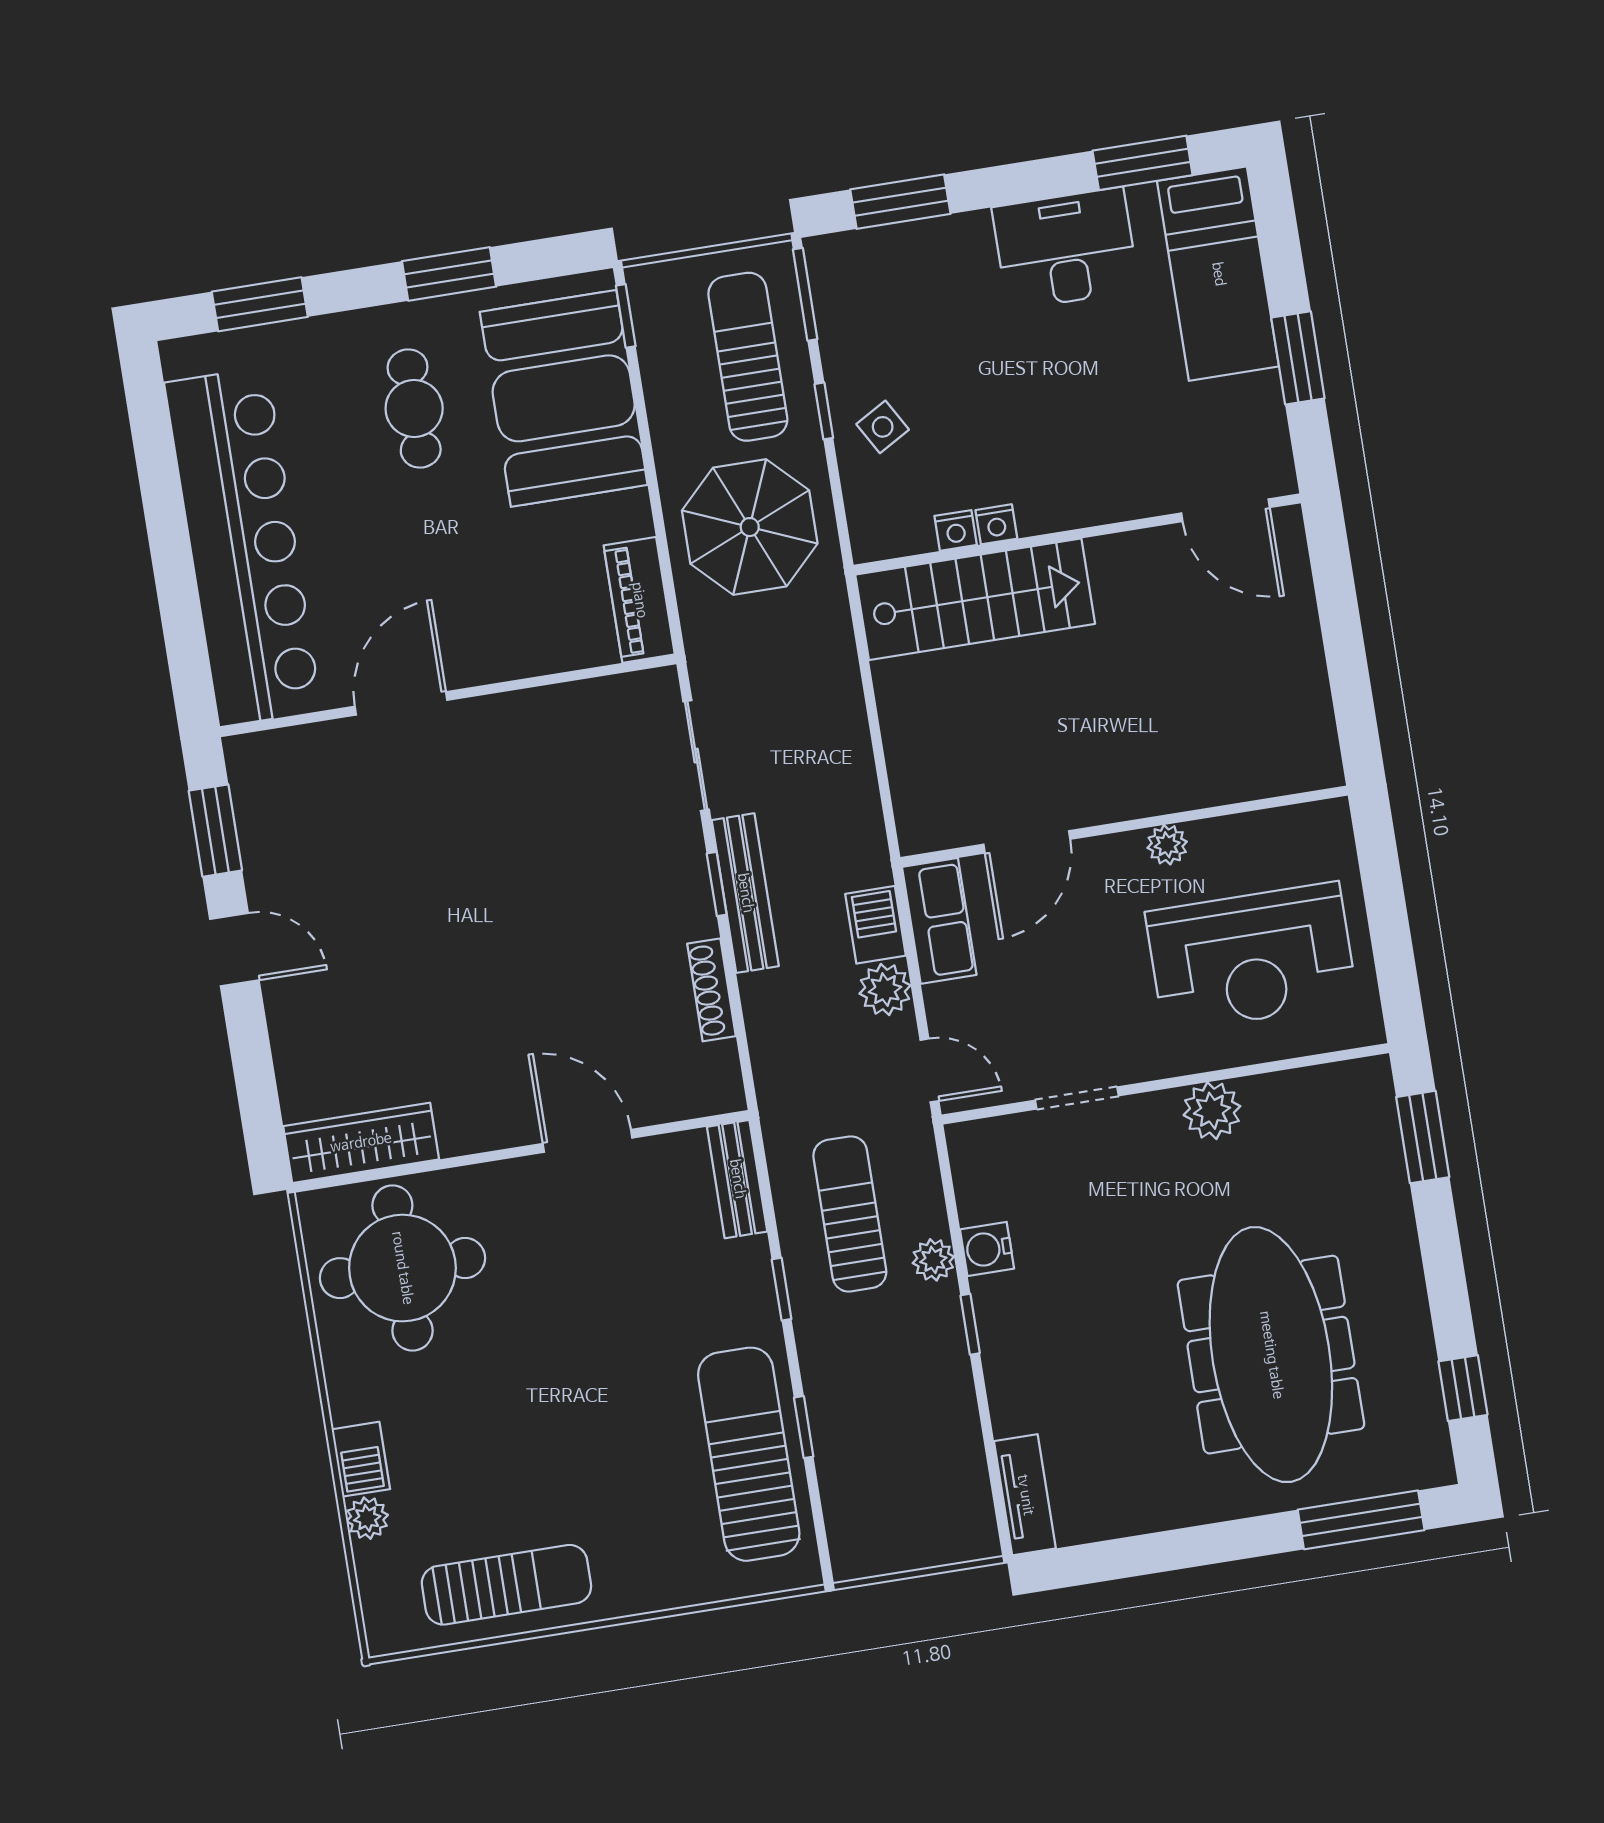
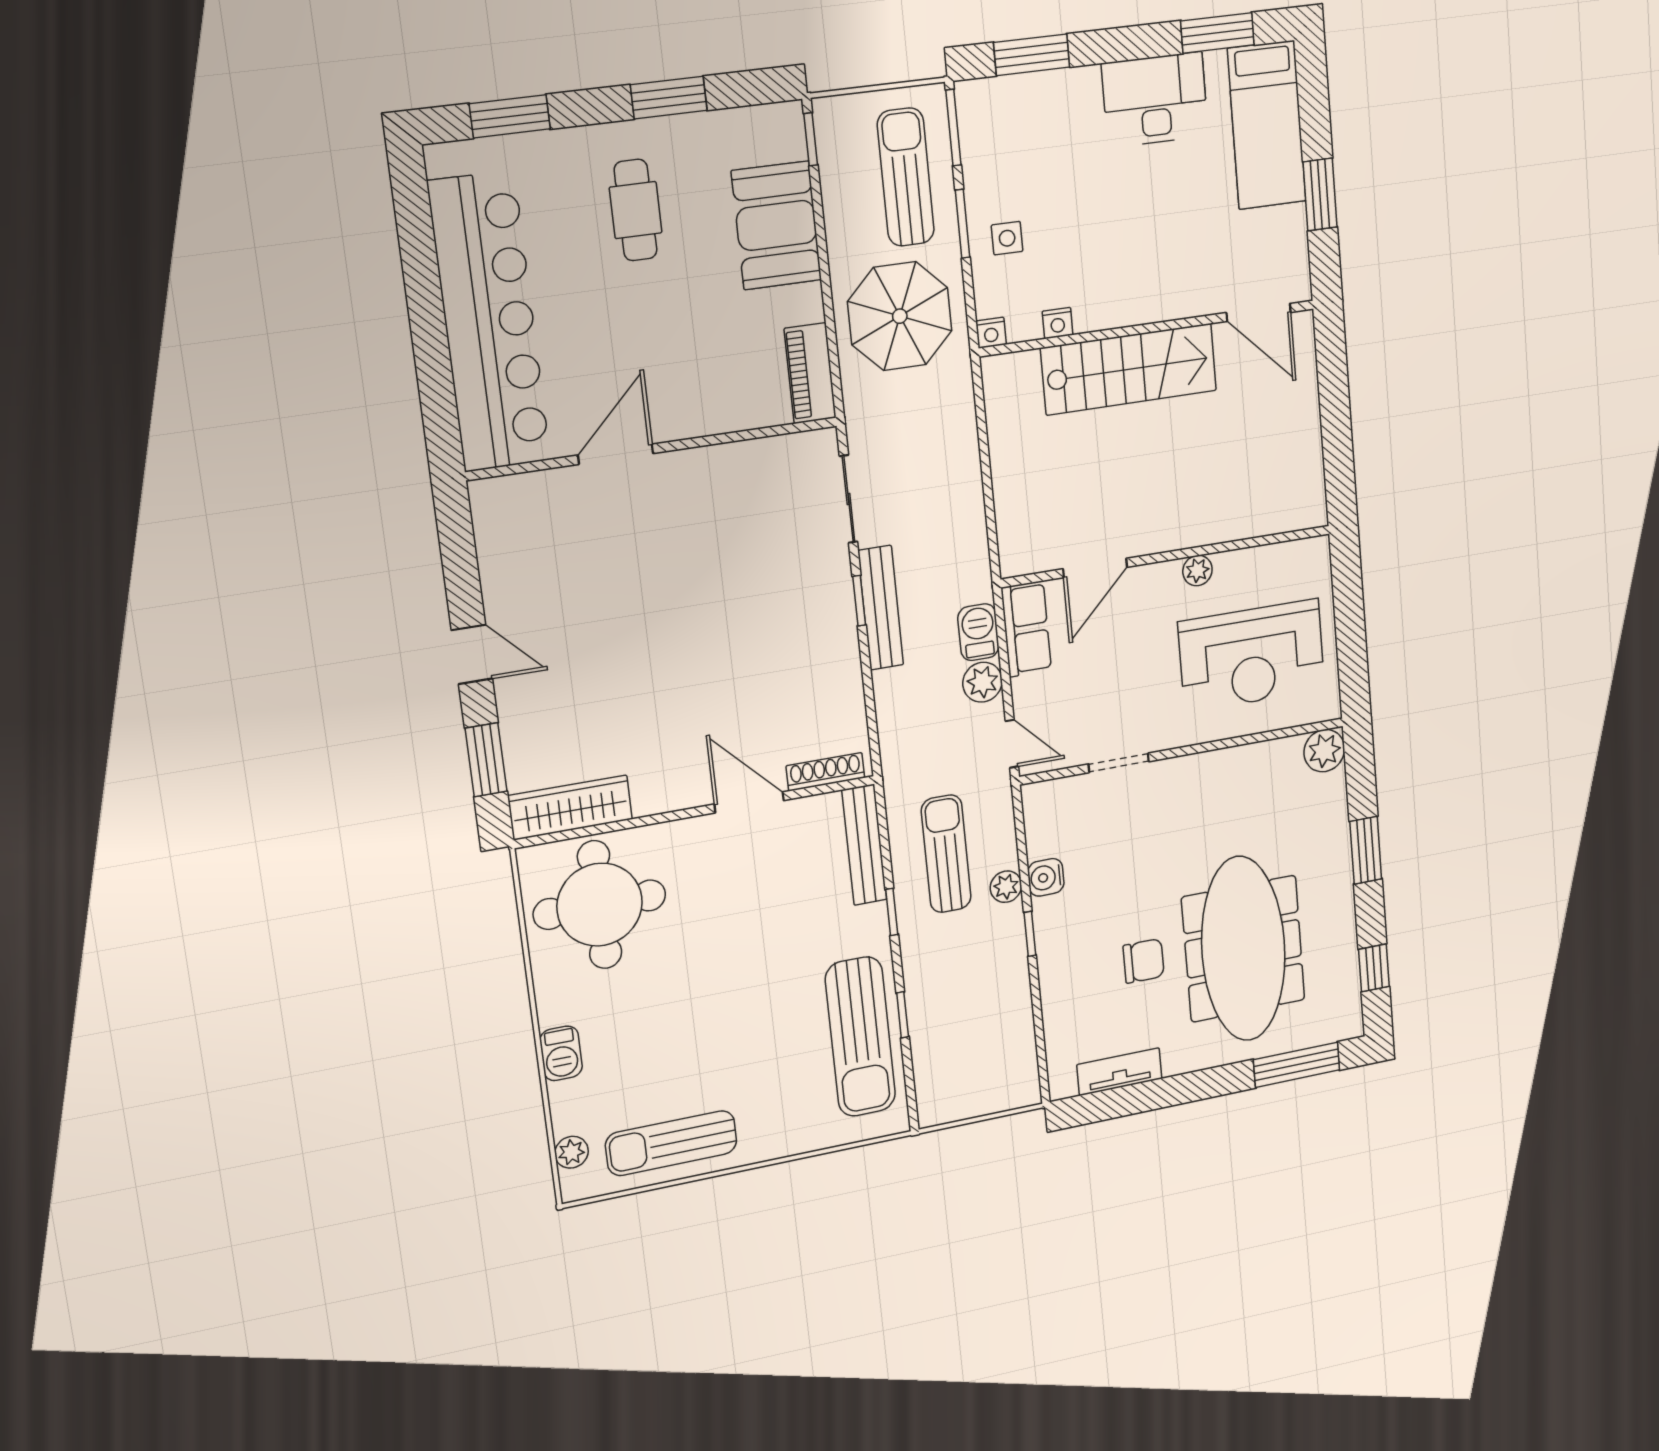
booth: (564, 398) -> (777, 225), width x0.73, depth x0.70
window: (824, 411) -> (963, 224), width x1.50
side table: (883, 427) -> (1007, 238), turned 30
nightstand: (996, 524) -> (991, 333), moved
stairs: (975, 599) -> (1129, 369), moved
window: (215, 831) -> (486, 760), moved
shoe rack: (712, 990) -> (825, 772), moved, turned 90
plant: (1212, 1111) -> (1324, 751), moved
window: (1423, 1137) -> (1366, 850), moved
bench: (737, 1179) -> (864, 845), width x1.36
chair: (1130, 1366) -> (1144, 961), added
sun lounger: (749, 1454) -> (860, 1037), turned 180
tv unit: (1025, 1495) -> (1119, 1072), moved, turned -90
plant: (367, 1518) -> (571, 1152), moved
sun lounger: (506, 1585) -> (671, 1143), turned 180

